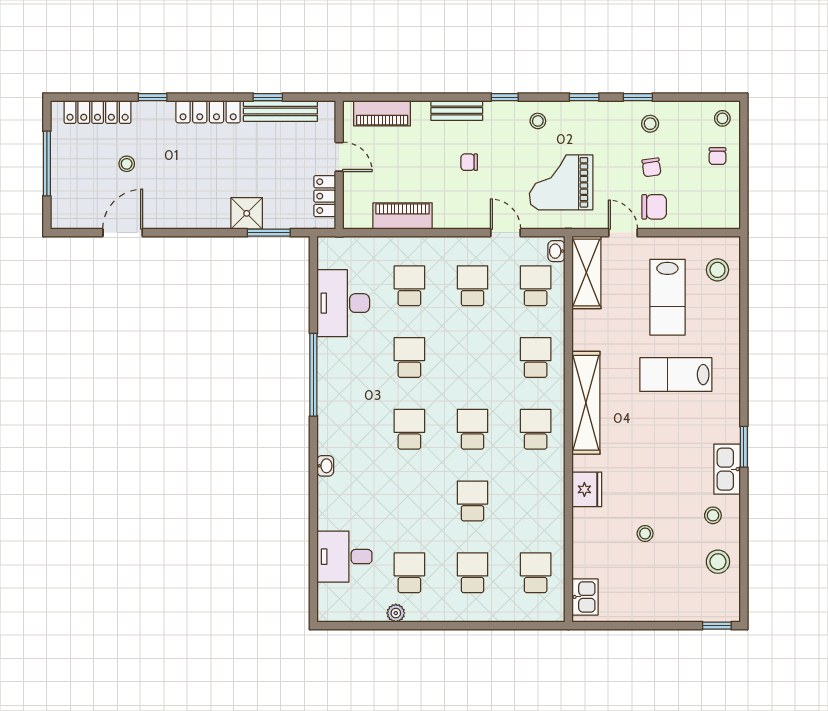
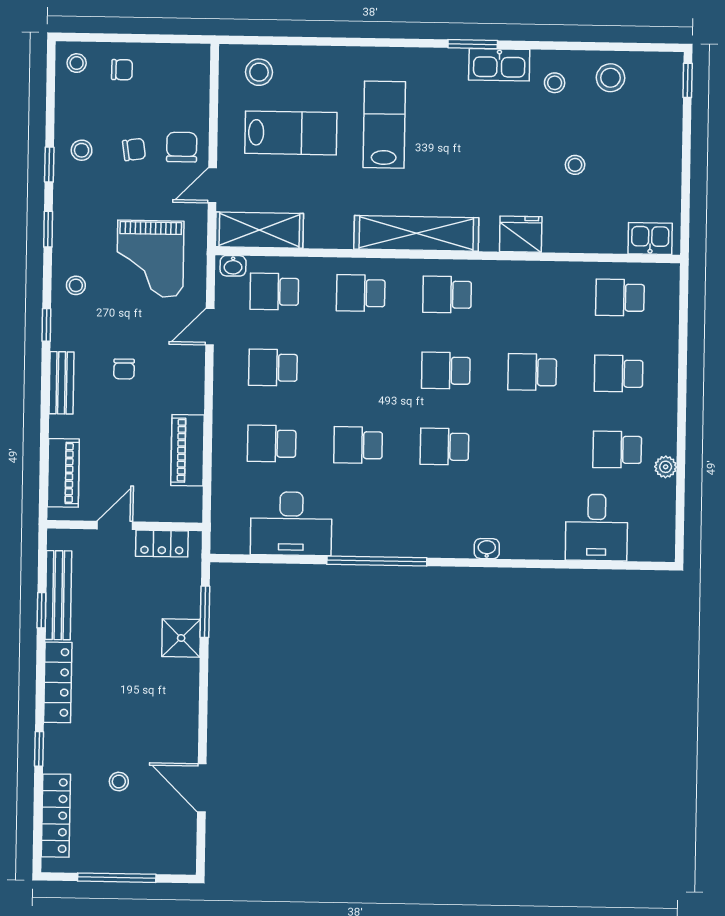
lab bench: (676, 375) -> (384, 125), turned 180

